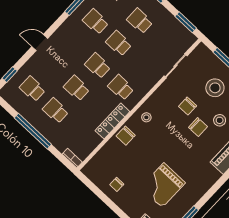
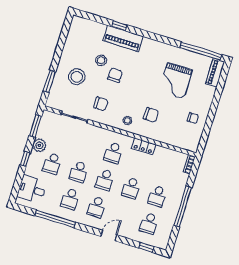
plant: (164, 17) -> (39, 145), added
door: (40, 42) -> (109, 236), swing flipped
school desk: (75, 44) -> (96, 207), added
chair: (188, 106) -> (101, 104), moved
locker: (112, 121) -> (144, 146), width x0.66
chair: (126, 136) -> (151, 115), moved
grand piano: (163, 185) -> (176, 81), turned 90

